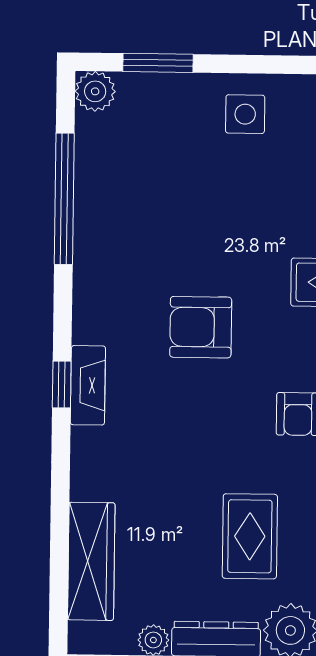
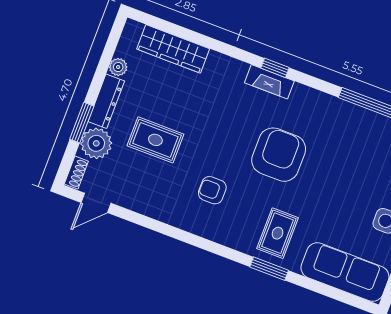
armchair: (201, 327) -> (279, 155), width x1.36, depth x1.36

